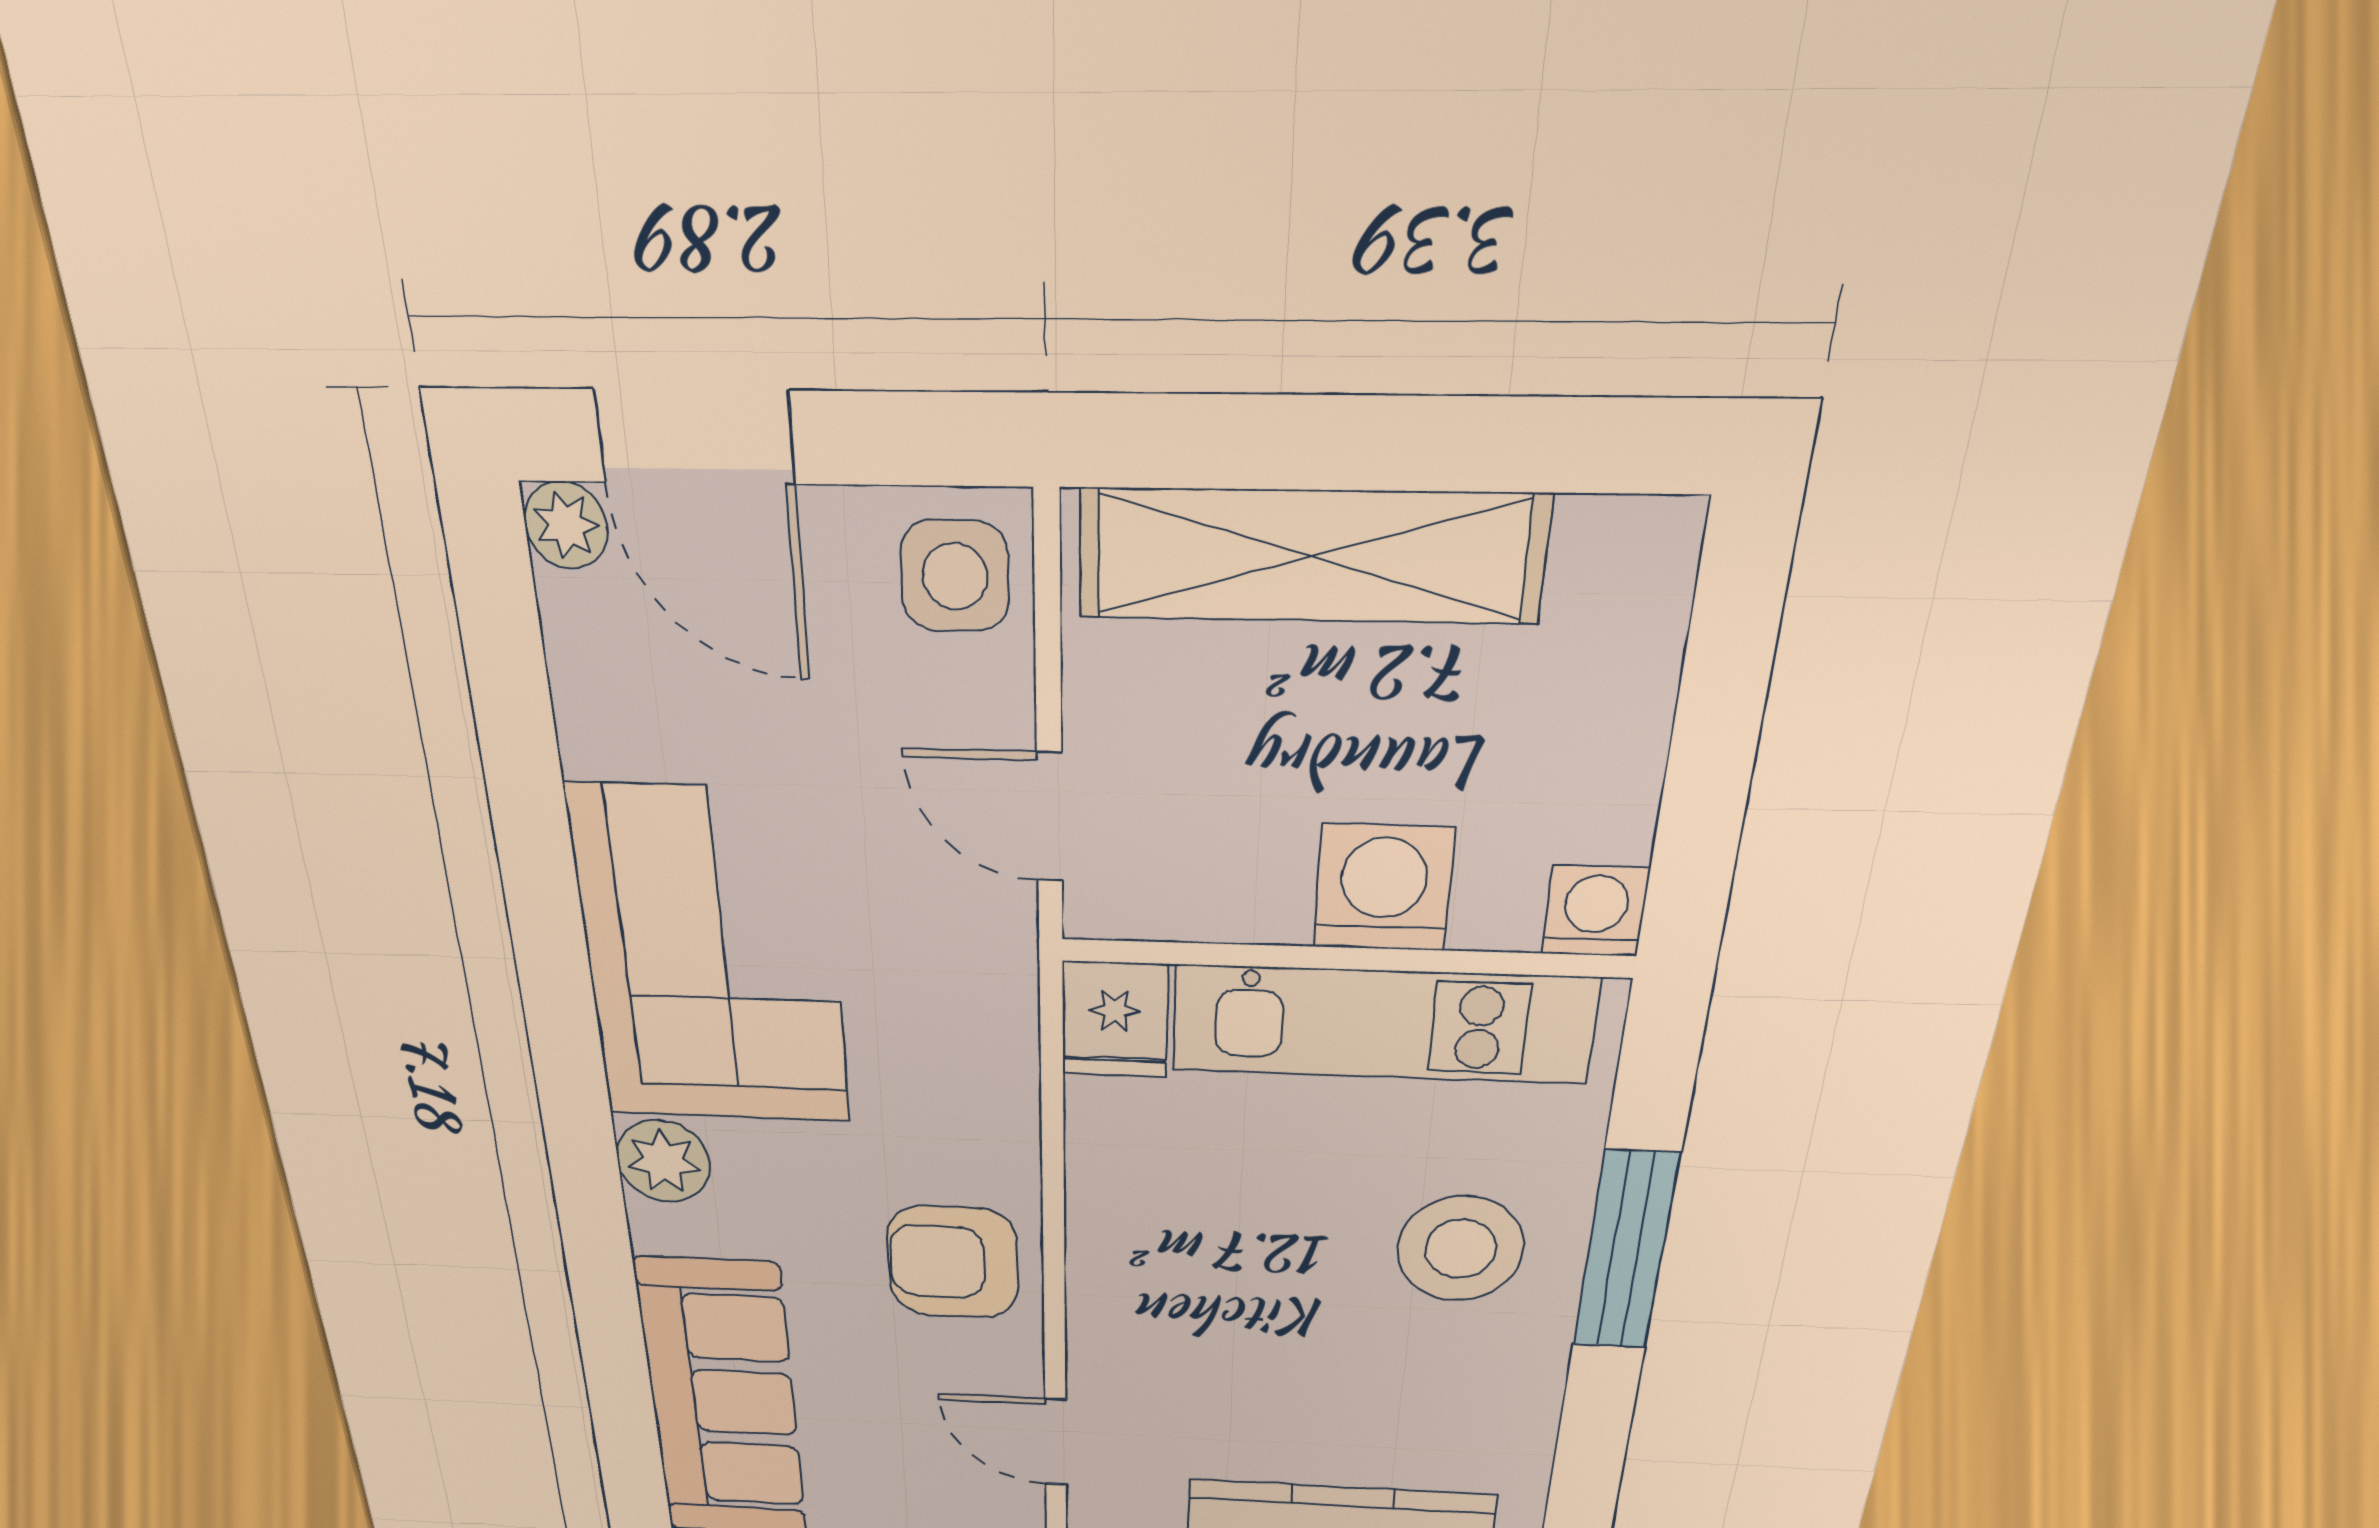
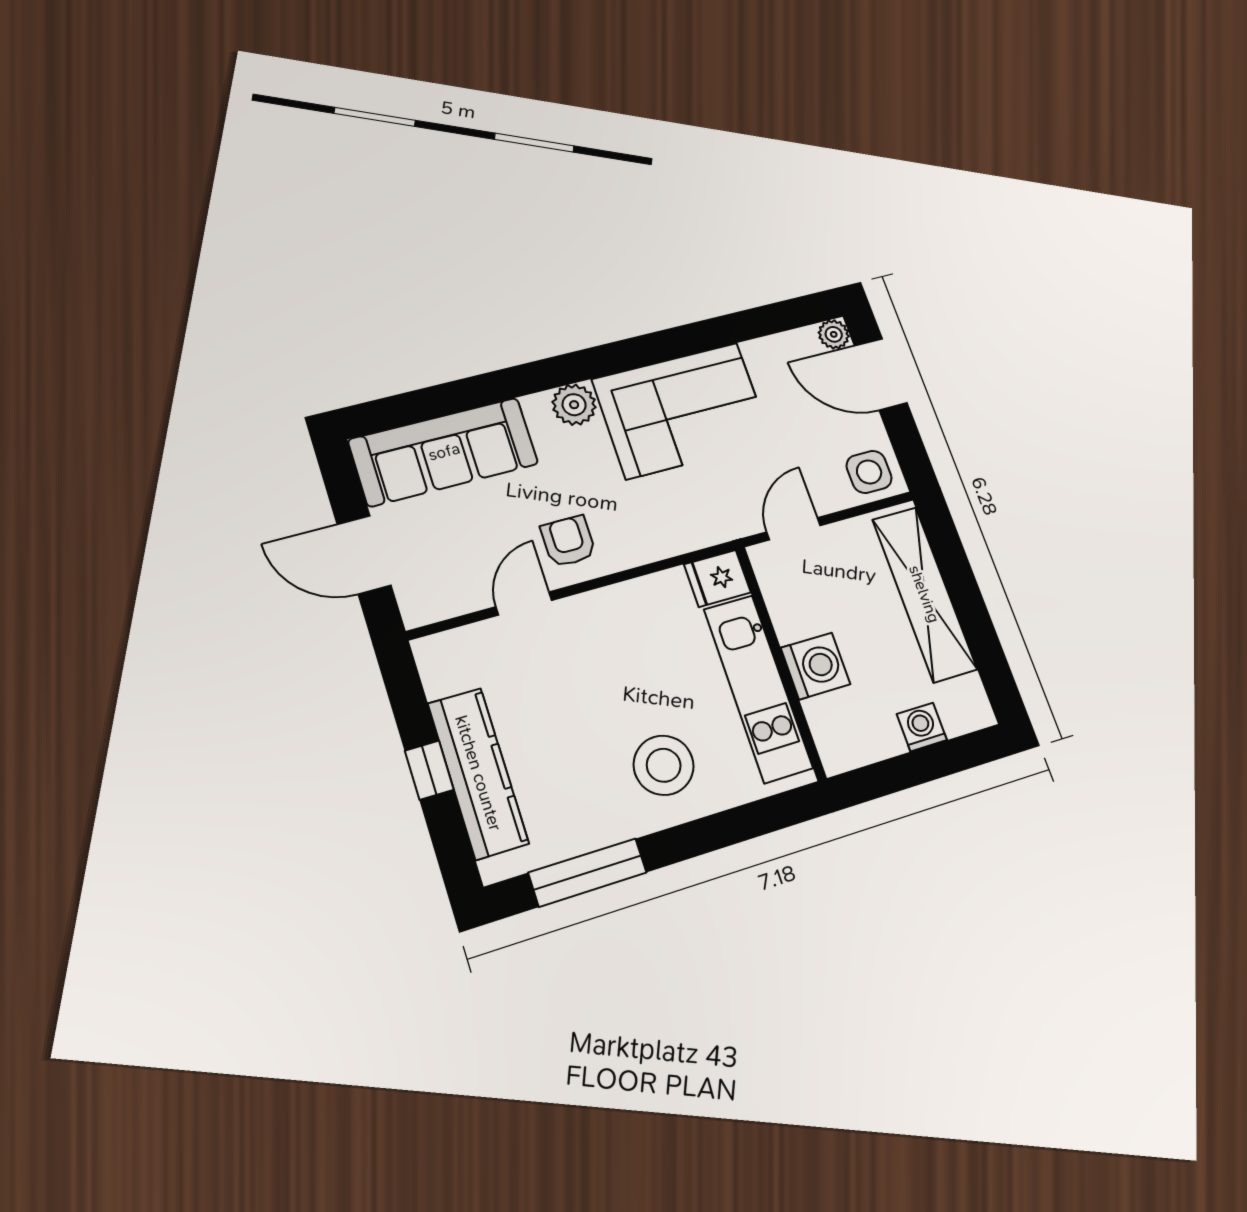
door: (695, 437) -> (881, 374), hinge flipped
washing machine: (1595, 911) -> (922, 727), moved, turned -90
window: (1626, 1251) -> (588, 873), moved
armchair: (953, 1262) -> (568, 541), width x0.72, depth x0.72
door: (1056, 1442) -> (524, 604), moved

